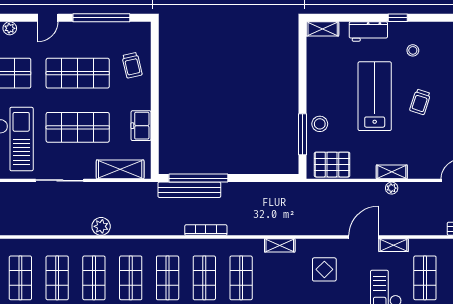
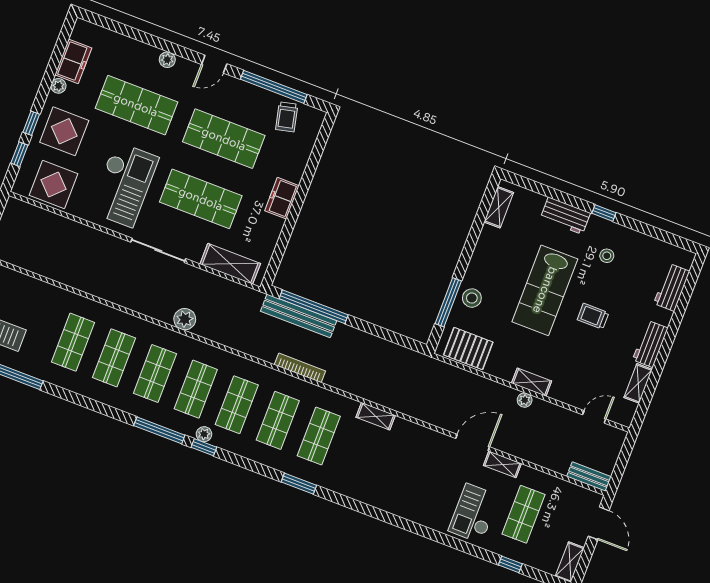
shelving: (323, 29) -> (499, 207), moved, turned 90
trolley: (132, 65) -> (287, 117), moved
lab bench: (375, 96) -> (545, 290), turned 180
trolley: (420, 102) -> (593, 316), turned 72
freezer: (141, 126) -> (282, 198), moved
display table: (324, 269) -> (415, 462), removed

